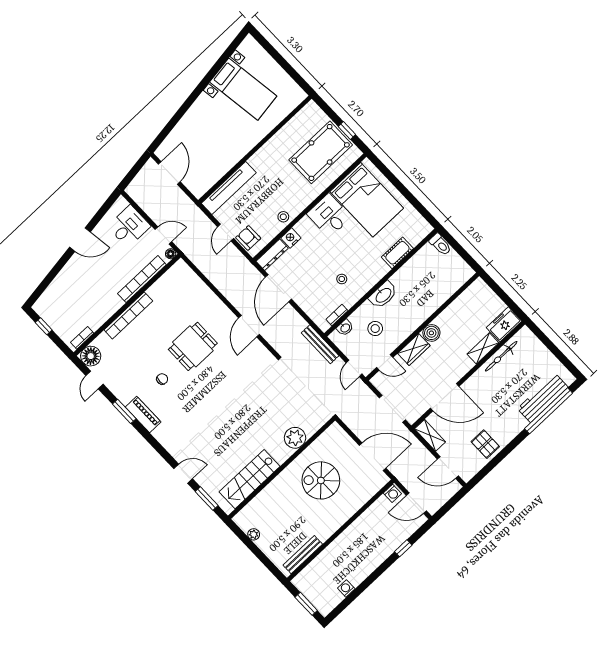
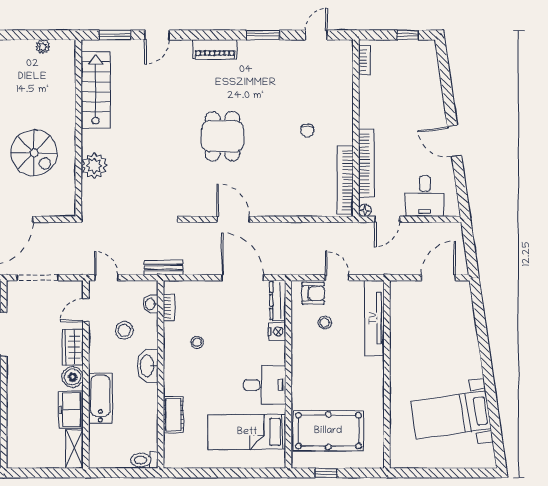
pool table: (321, 152) -> (328, 431), turned 90
door: (169, 173) -> (438, 278), swing flipped
bed: (367, 200) -> (247, 432), width x0.67
stool: (283, 217) -> (325, 323), moved
door: (80, 240) -> (454, 141), hinge flipped
bathtub: (429, 305) -> (100, 398), added
bookcase: (128, 315) -> (345, 180), moved
freezer: (504, 324) -> (71, 410), moved, turned 180
bench: (320, 344) -> (164, 268), width x0.73
dining table: (193, 346) -> (222, 136), moved
shelving: (483, 348) -> (74, 449), moved
floor lamp: (91, 356) -> (341, 52), removed
chair: (162, 379) -> (307, 130), moved
door: (94, 380) -> (316, 35), hinge flipped
piano: (143, 414) -> (215, 49), moved
spiral stairs: (321, 480) -> (34, 153), turned 90

